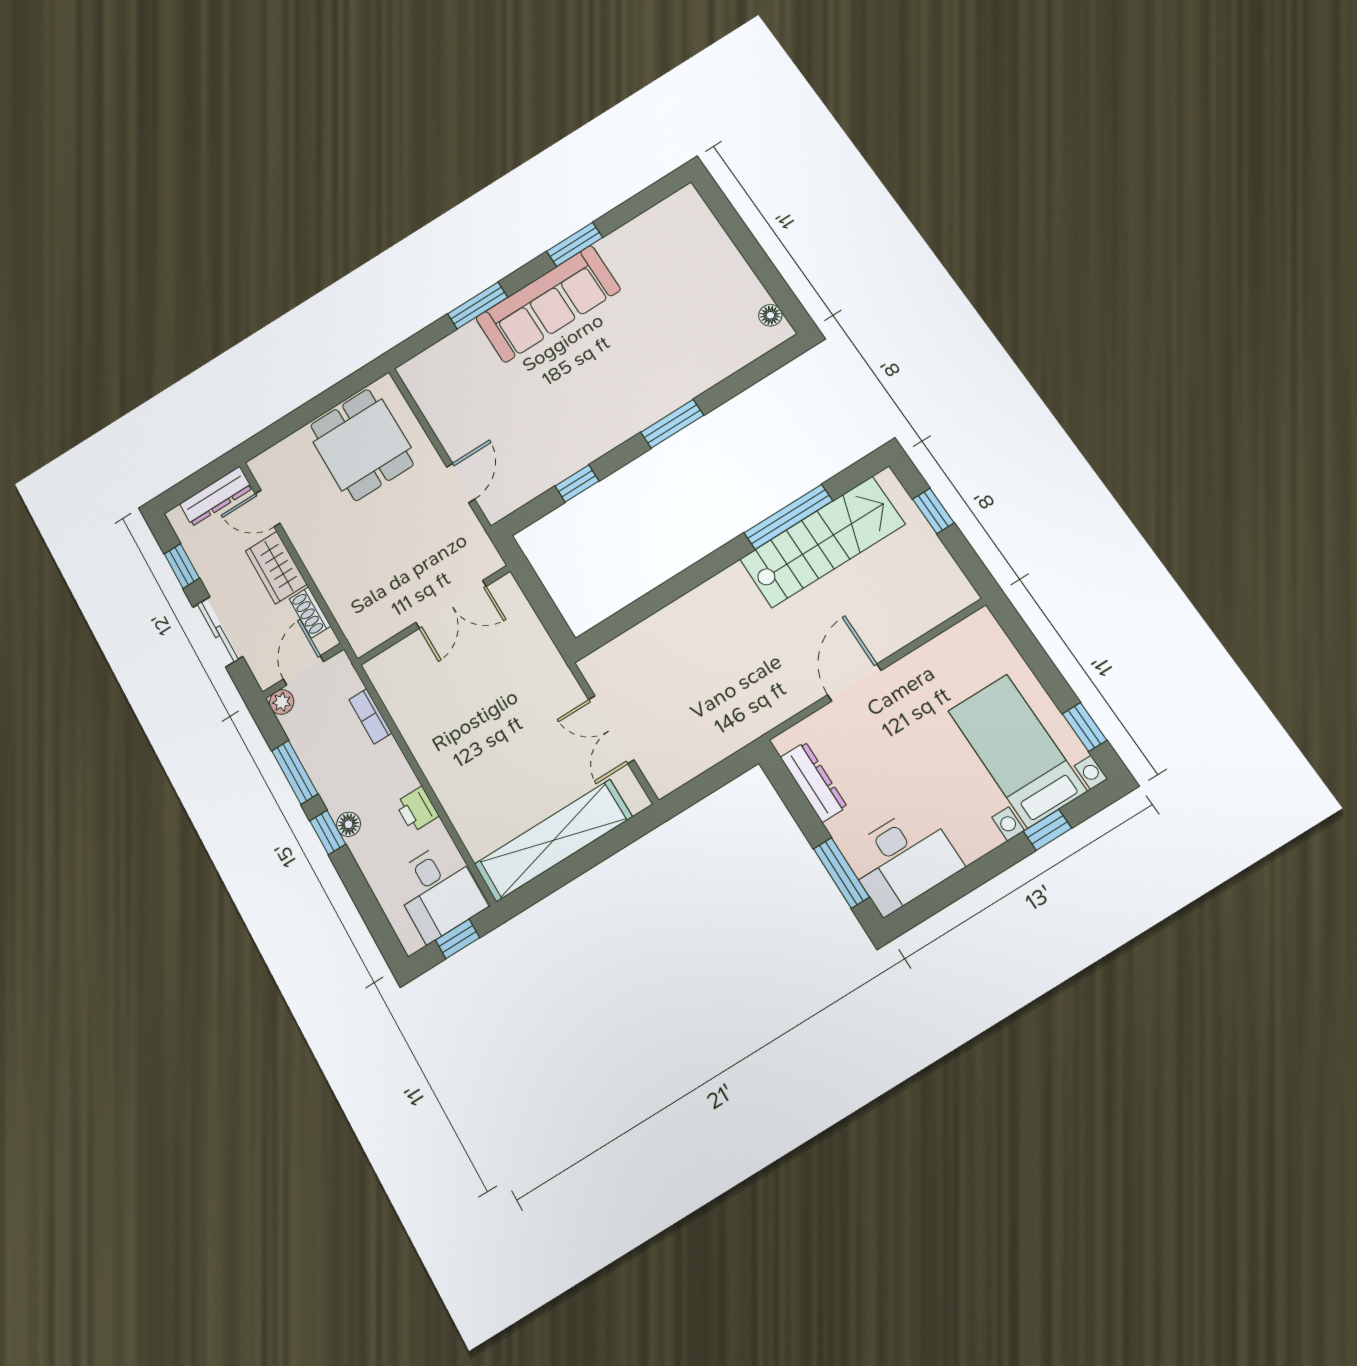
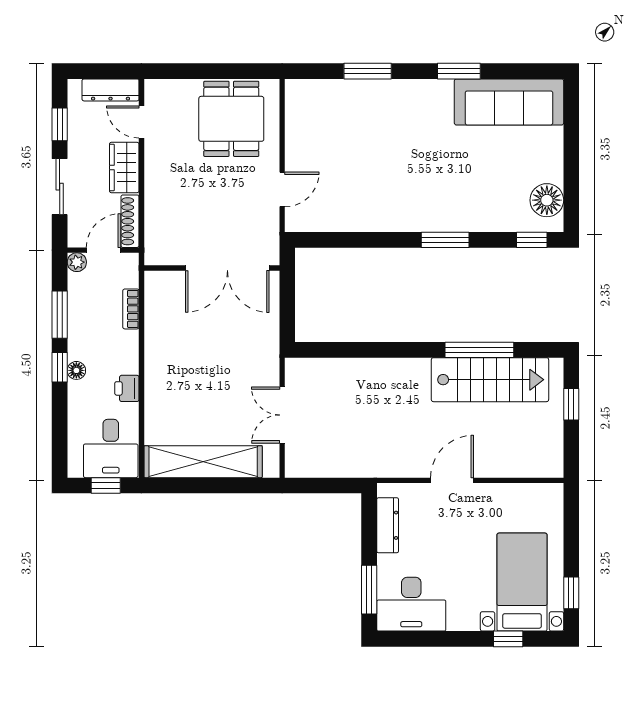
sofa: (548, 304) -> (509, 102), moved
floor lamp: (770, 315) -> (547, 200), width x1.89, depth x1.89
window: (577, 483) -> (532, 240), moved
double door: (451, 604) -> (227, 268), width x1.37
shoe rack: (310, 612) -> (130, 221), width x1.43

